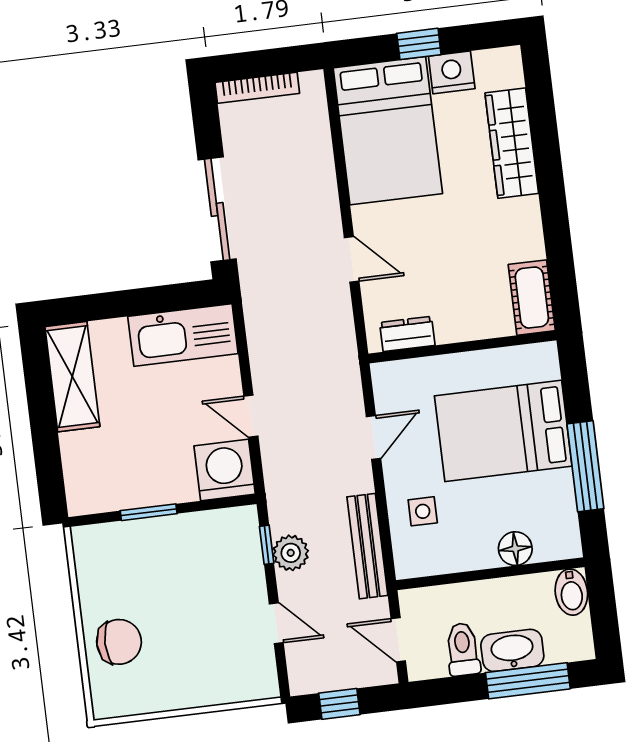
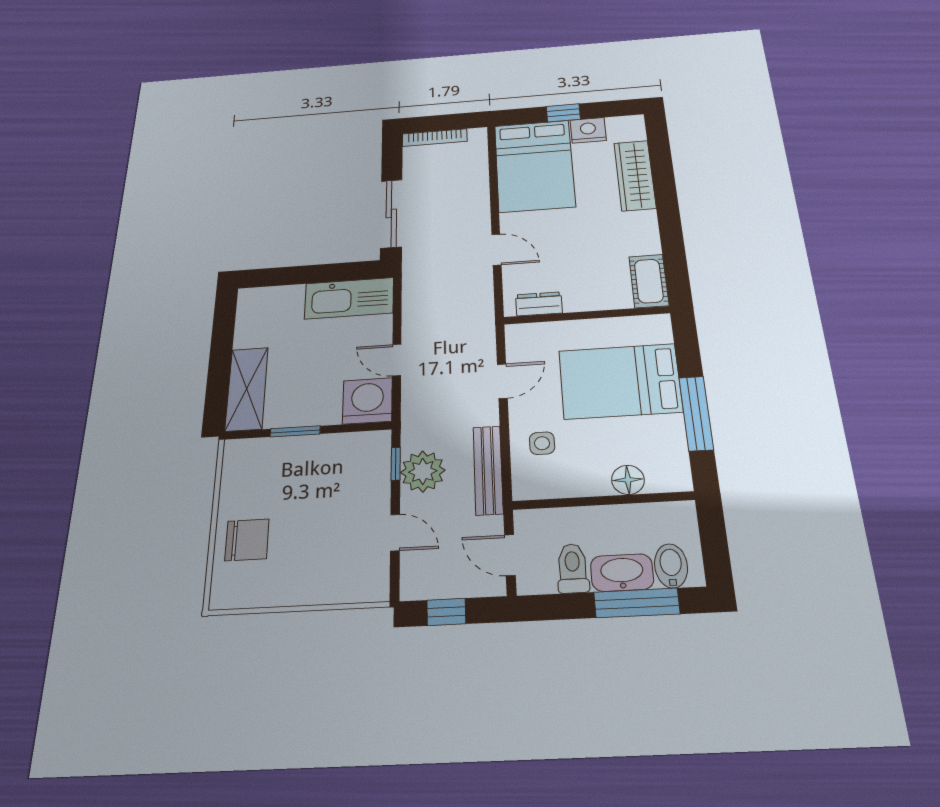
shelving: (72, 377) -> (247, 389), moved
plant: (291, 553) -> (423, 471), width x1.36, depth x1.36
bidet: (571, 592) -> (671, 566), moved, turned 180

